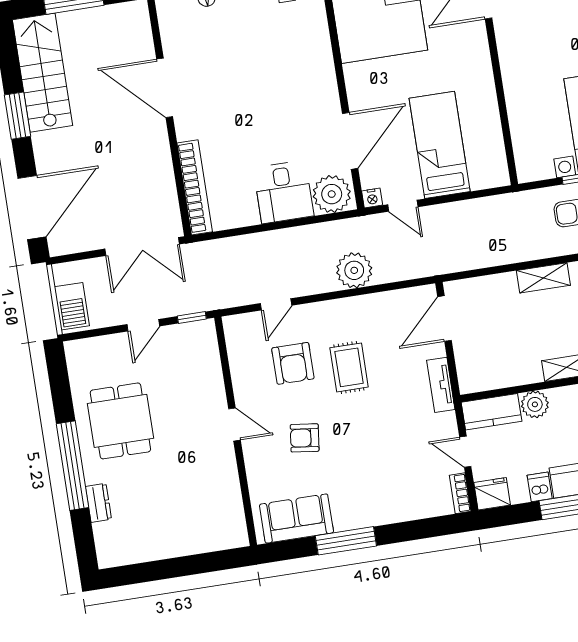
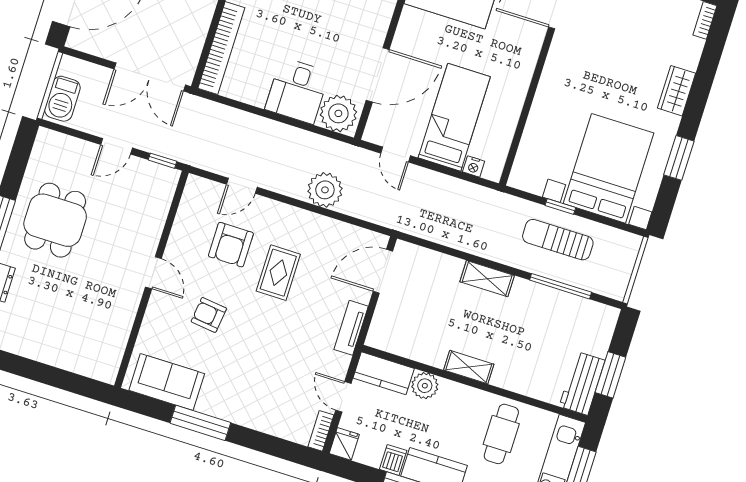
nightstand: (372, 198) -> (474, 166), moved
fridge: (492, 494) -> (344, 444), width x0.72

